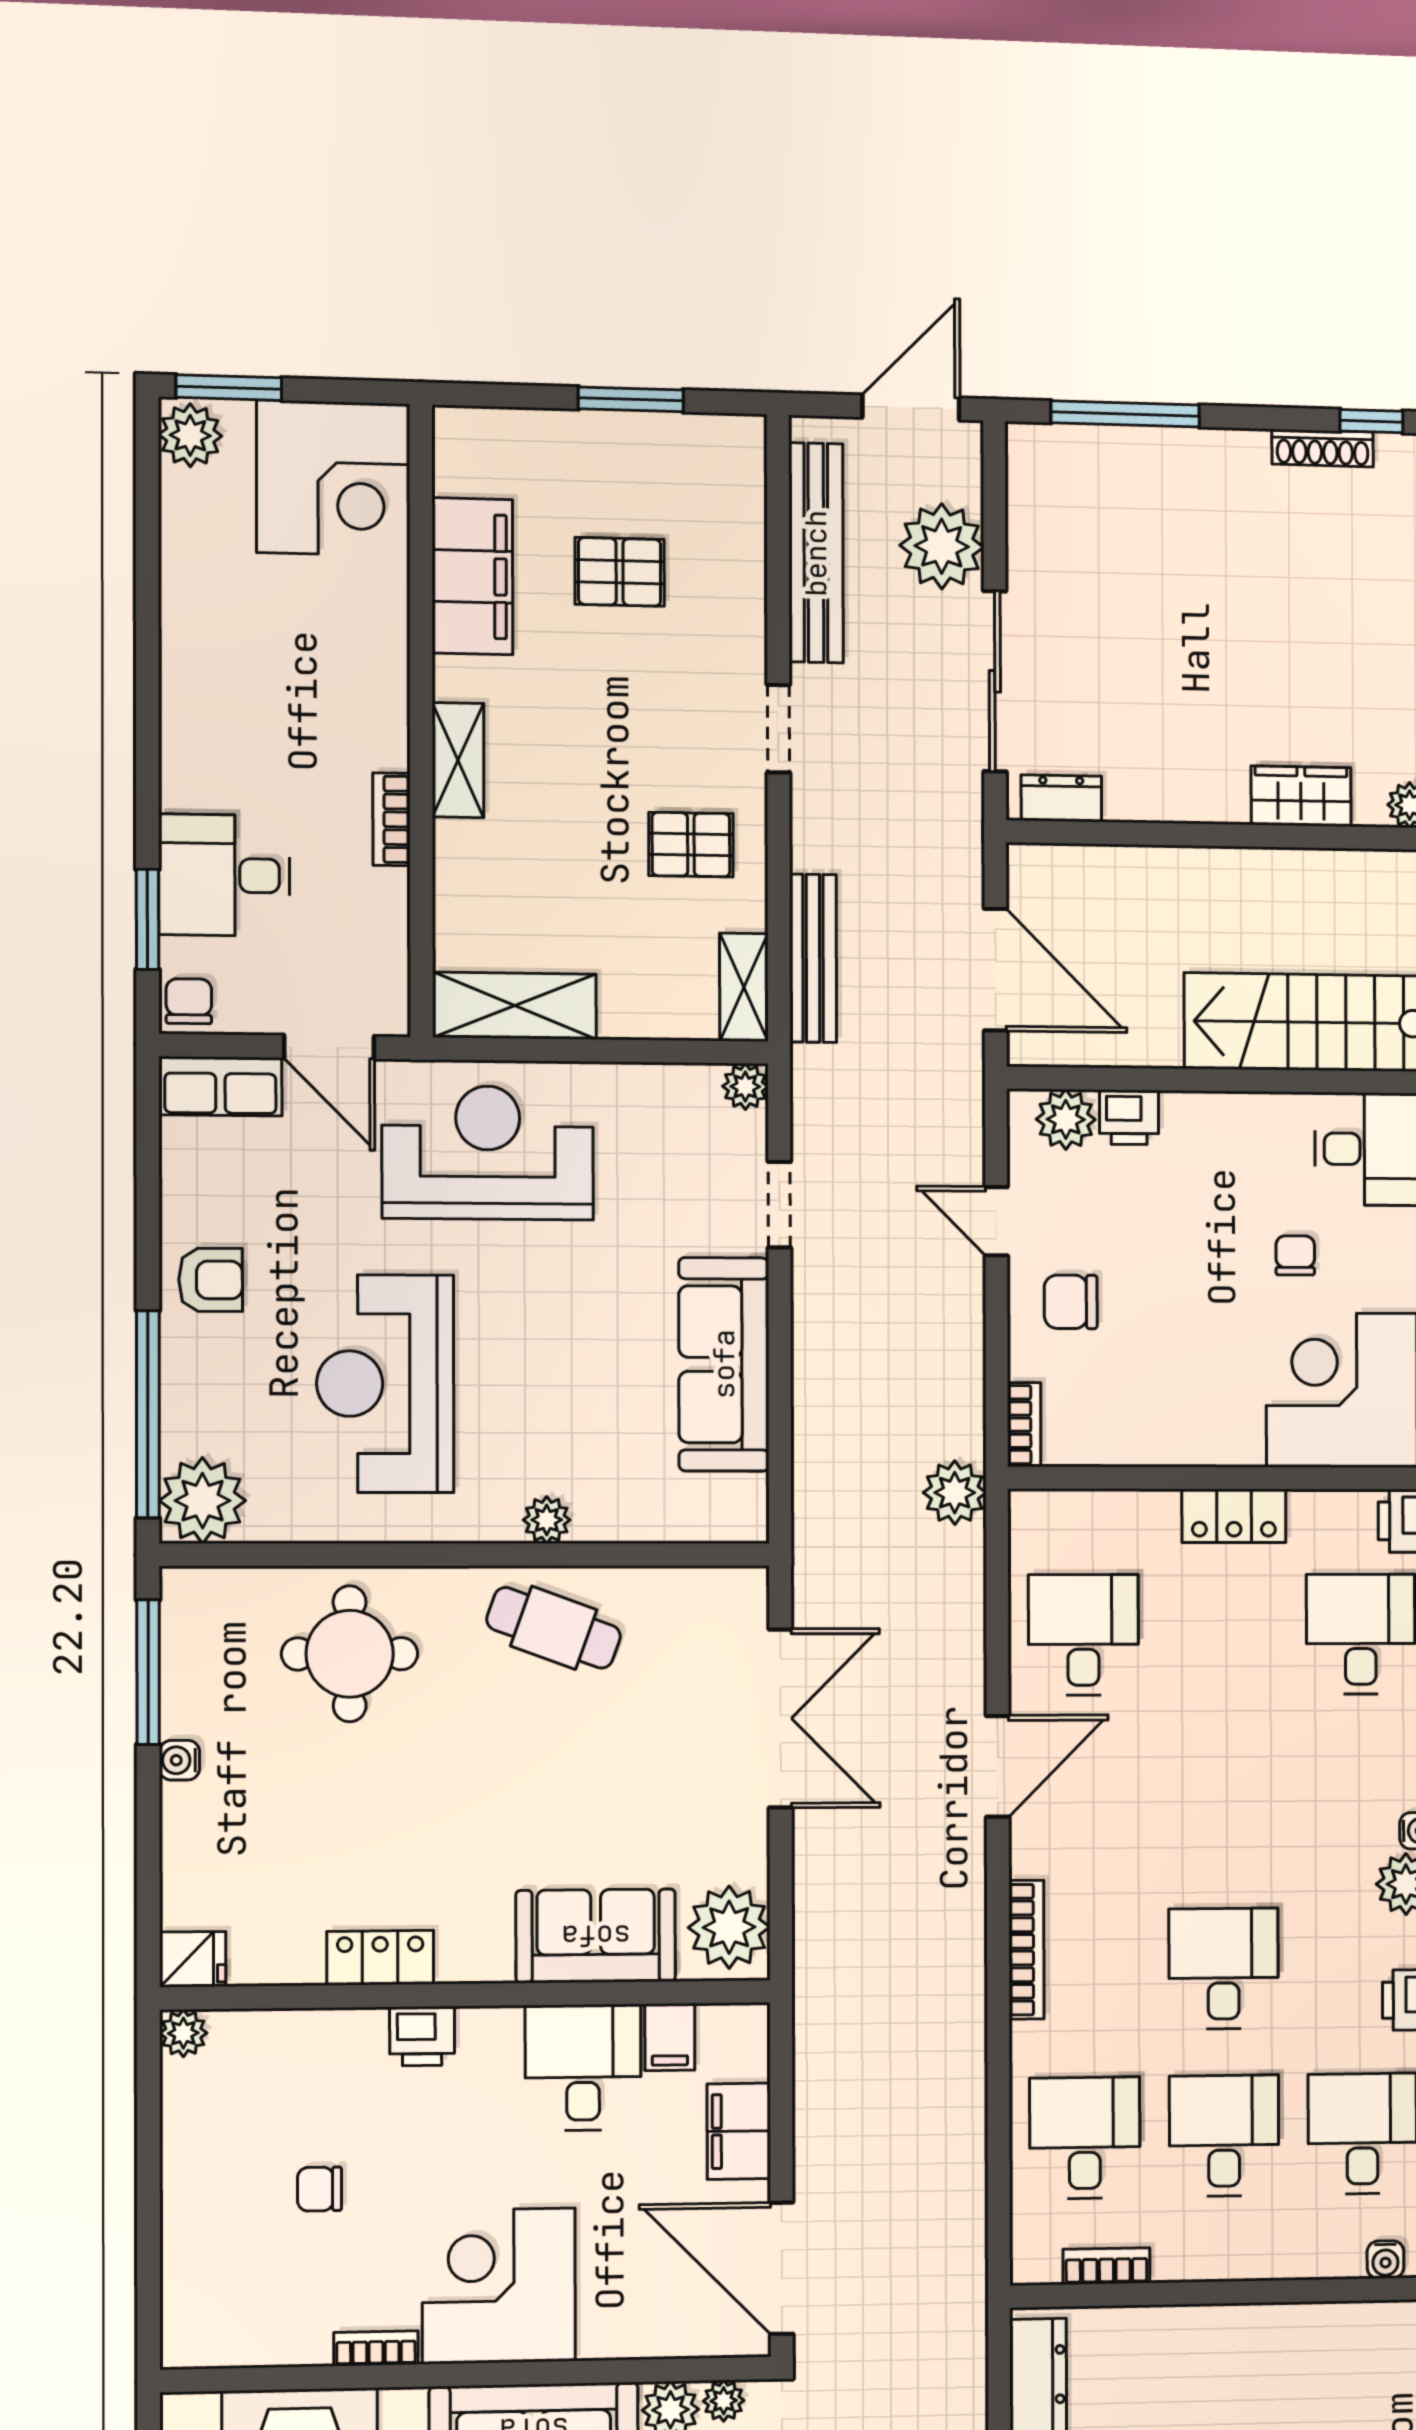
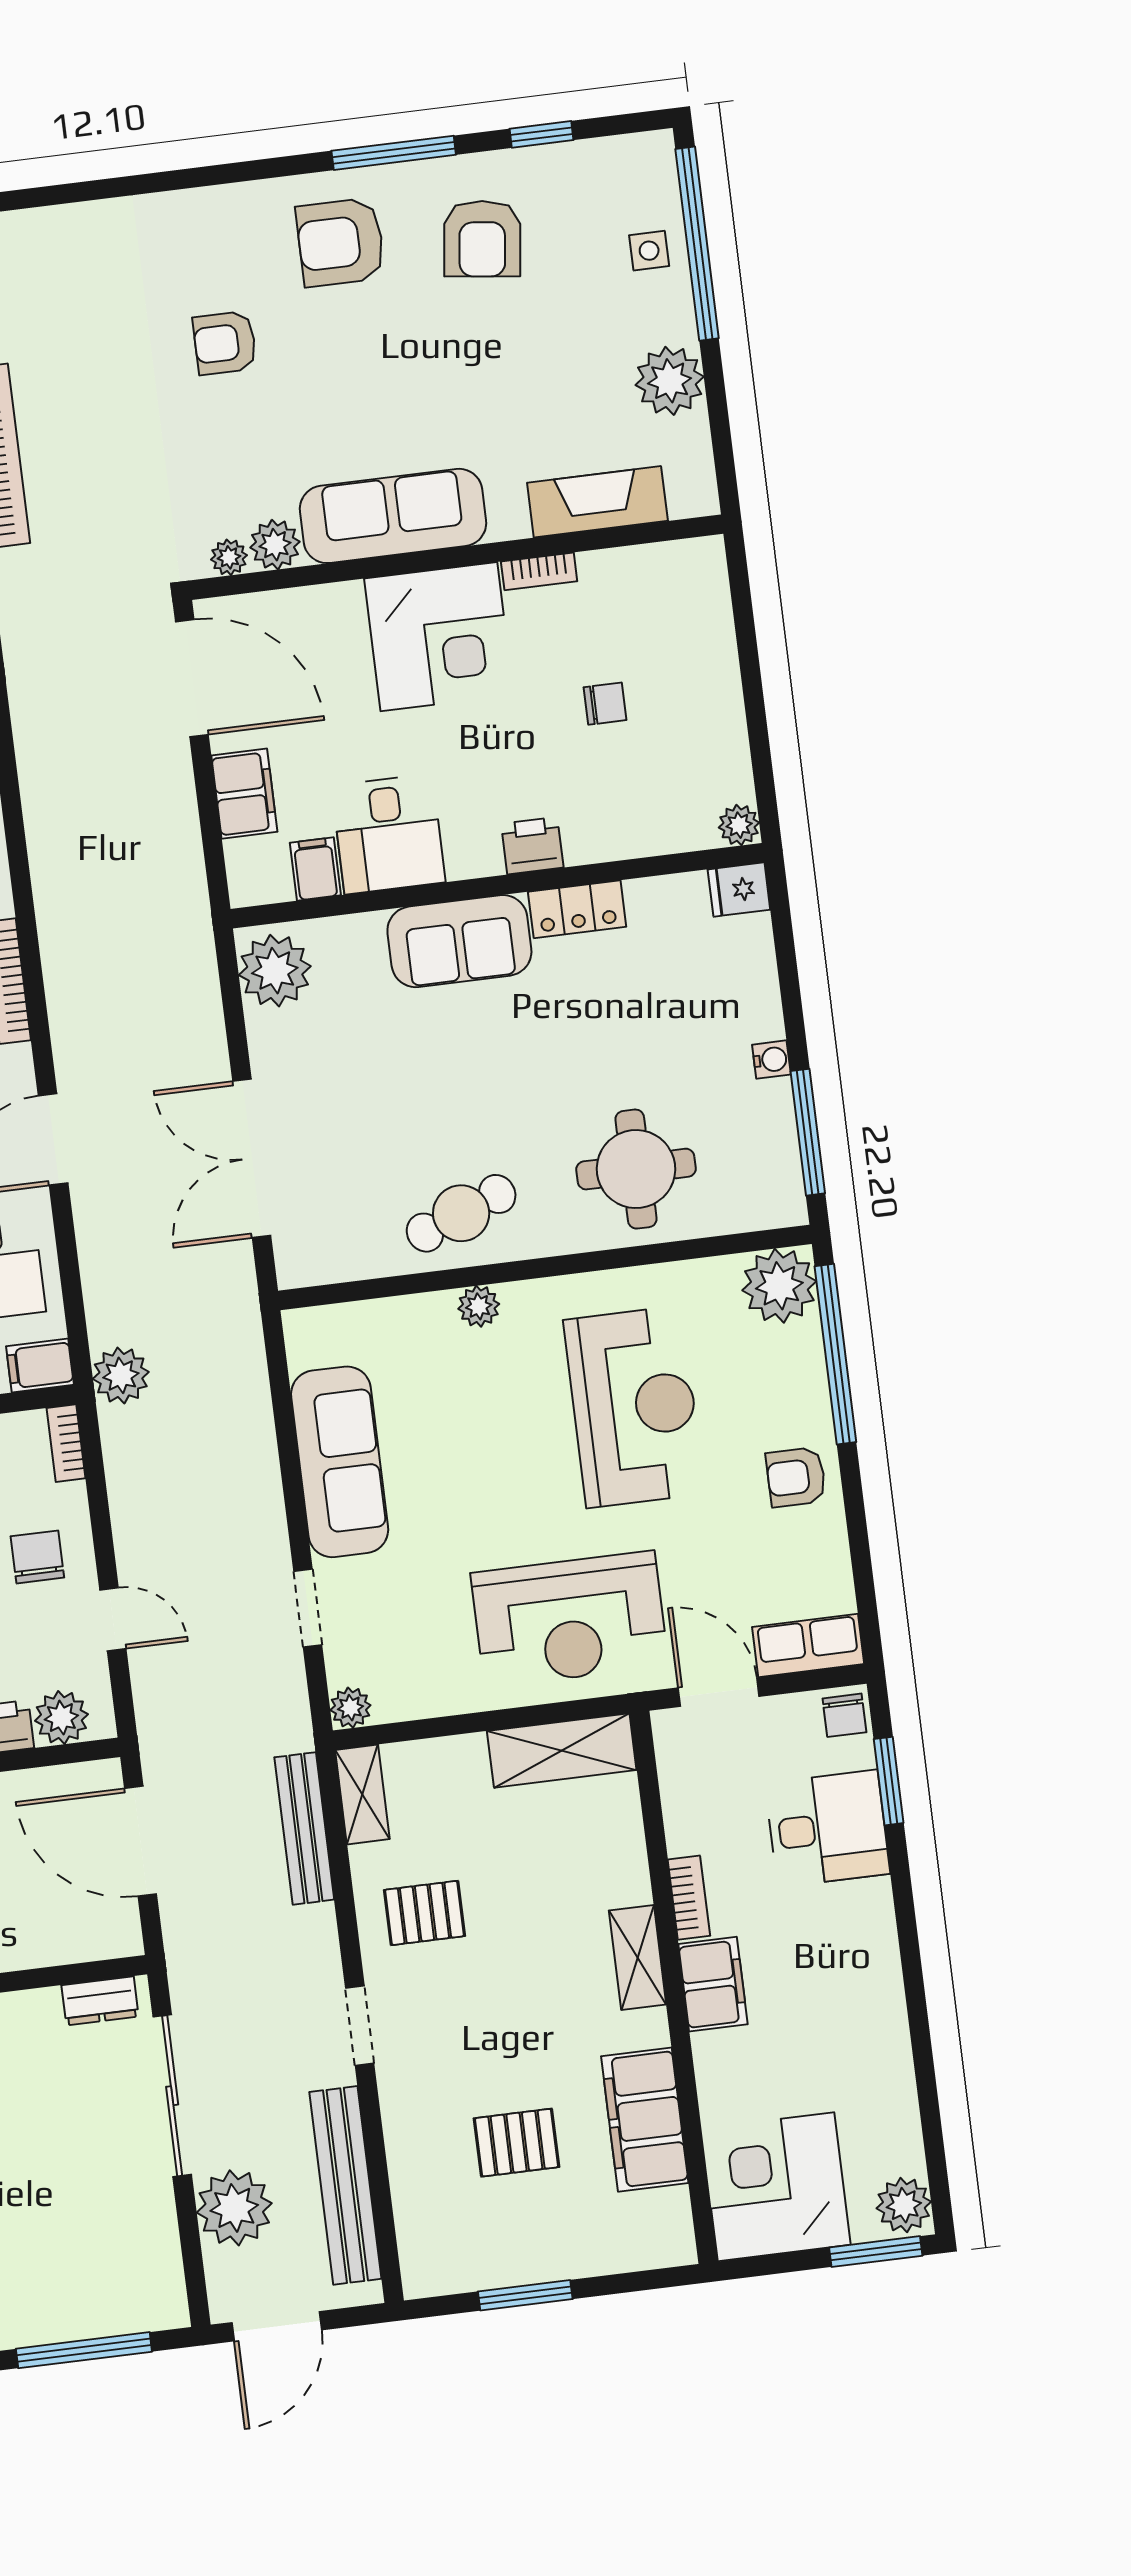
filing cabinet: (376, 718) -> (713, 1984), added
chair: (1071, 1302) -> (37, 1557), turned -90
filing cabinet: (1042, 1515) -> (40, 1366), added
cafe table: (554, 1628) -> (461, 1213), turned -41
sofa: (596, 1936) -> (459, 941), moved

